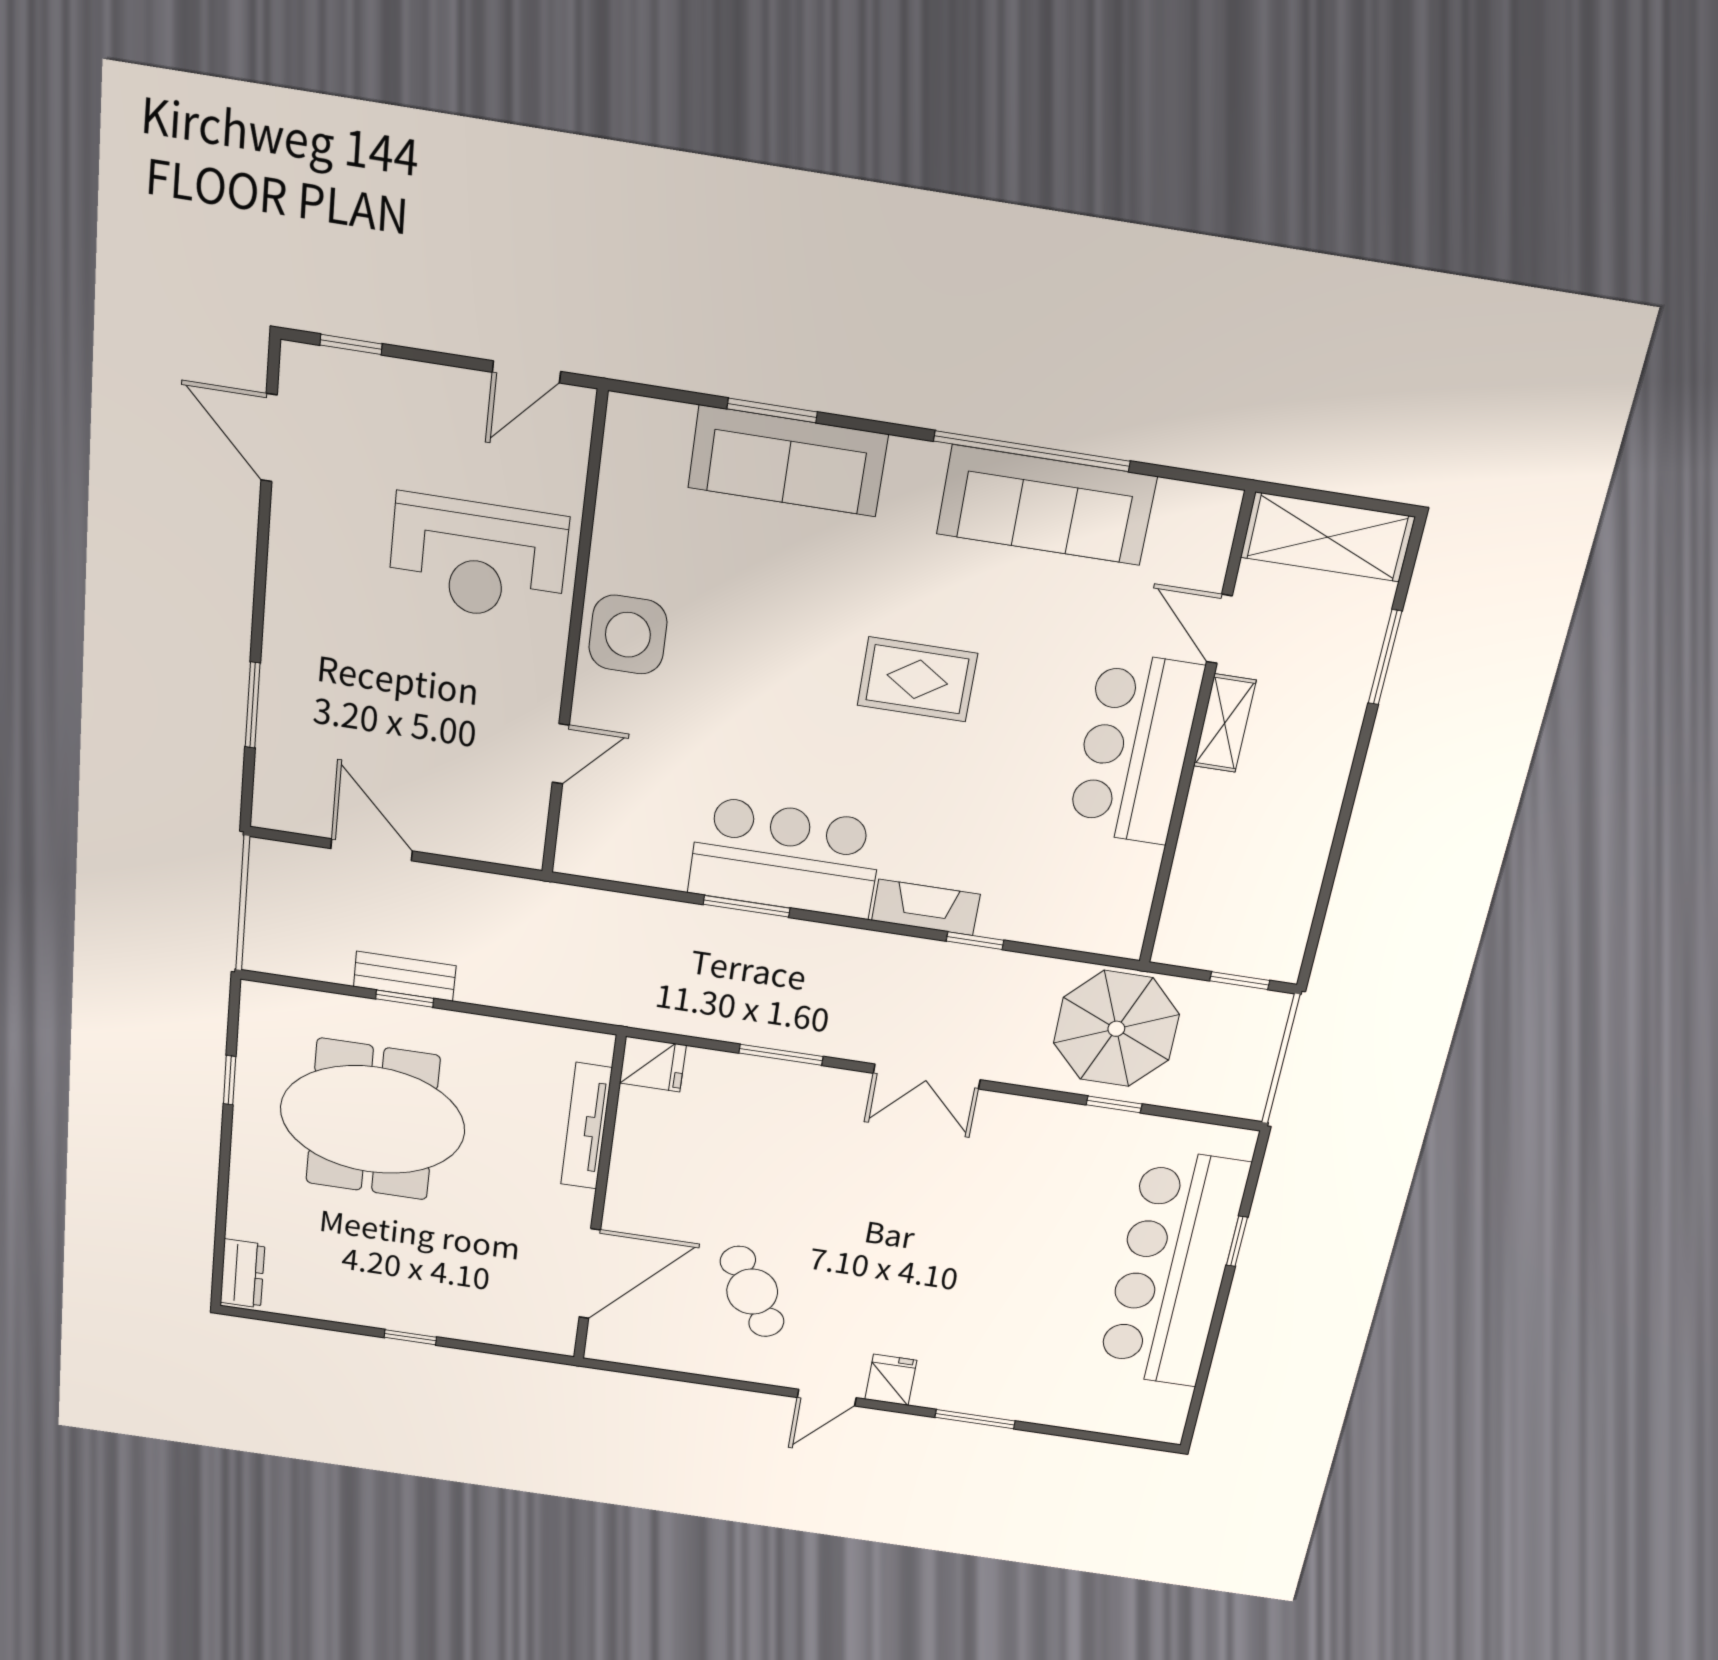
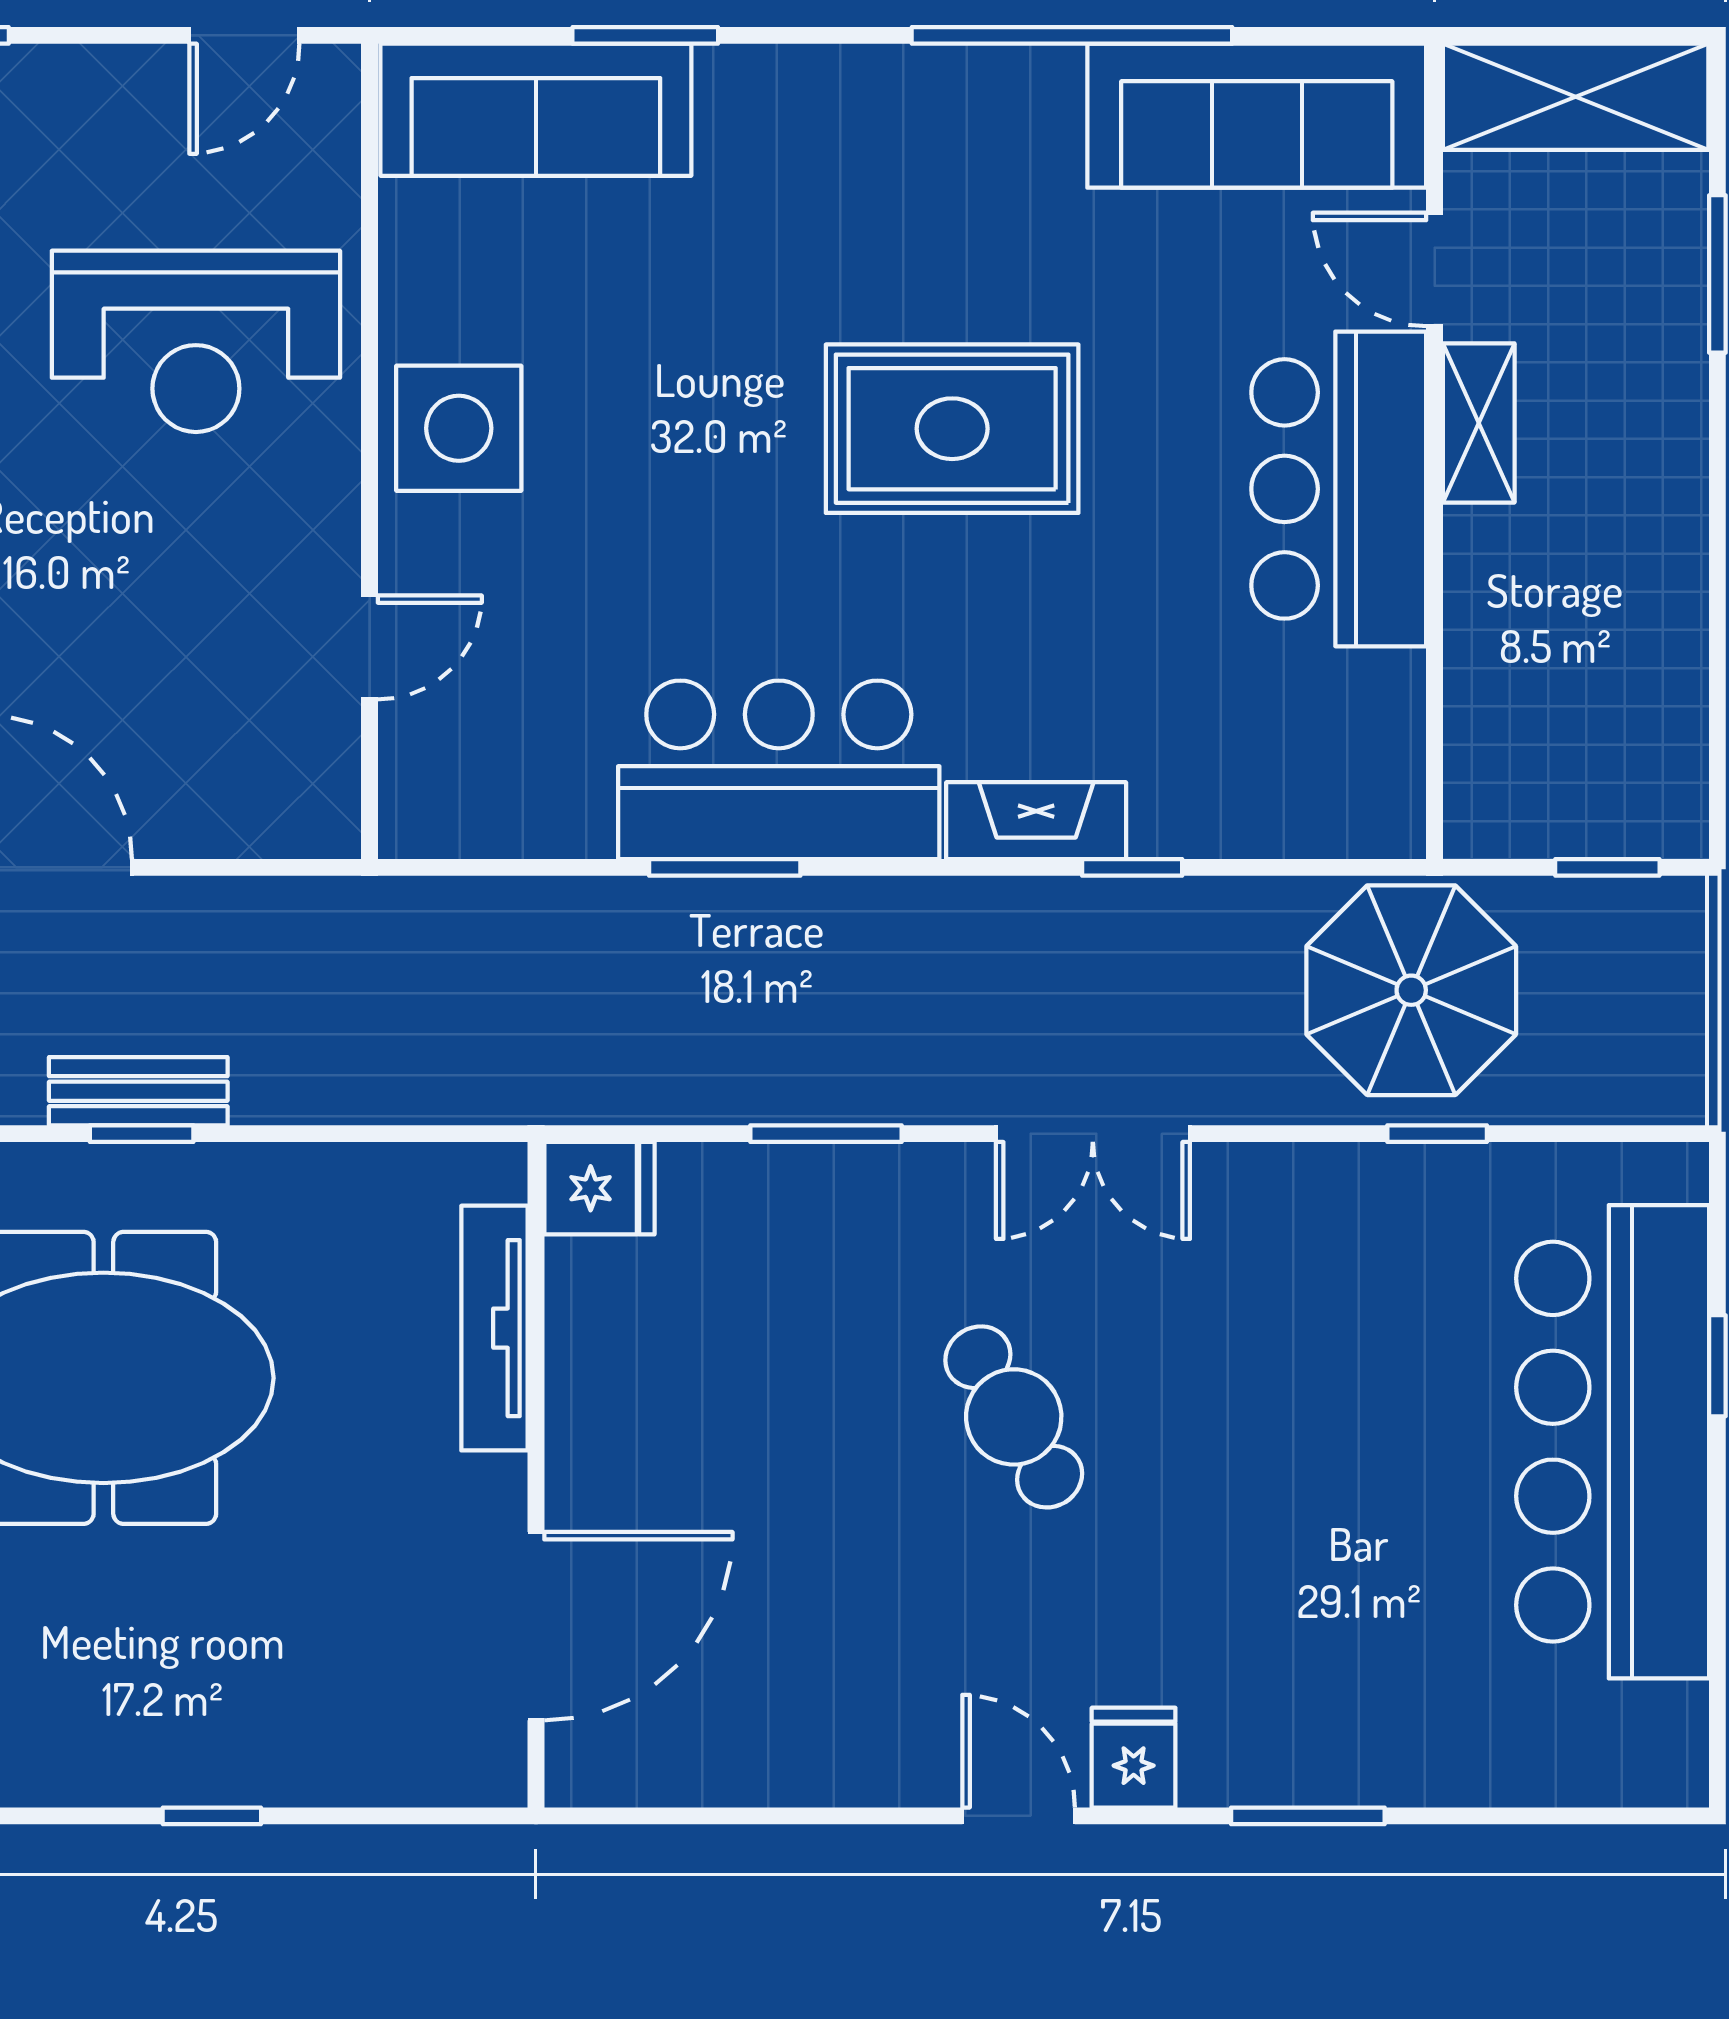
sofa: (788, 461) -> (536, 110), moved
sofa: (1046, 505) -> (1257, 116), moved
rug: (917, 679) -> (952, 429), width x1.36, depth x1.43
cafe table: (752, 1292) -> (1014, 1417), moved
door: (827, 1398) -> (1019, 1816), swing flipped

